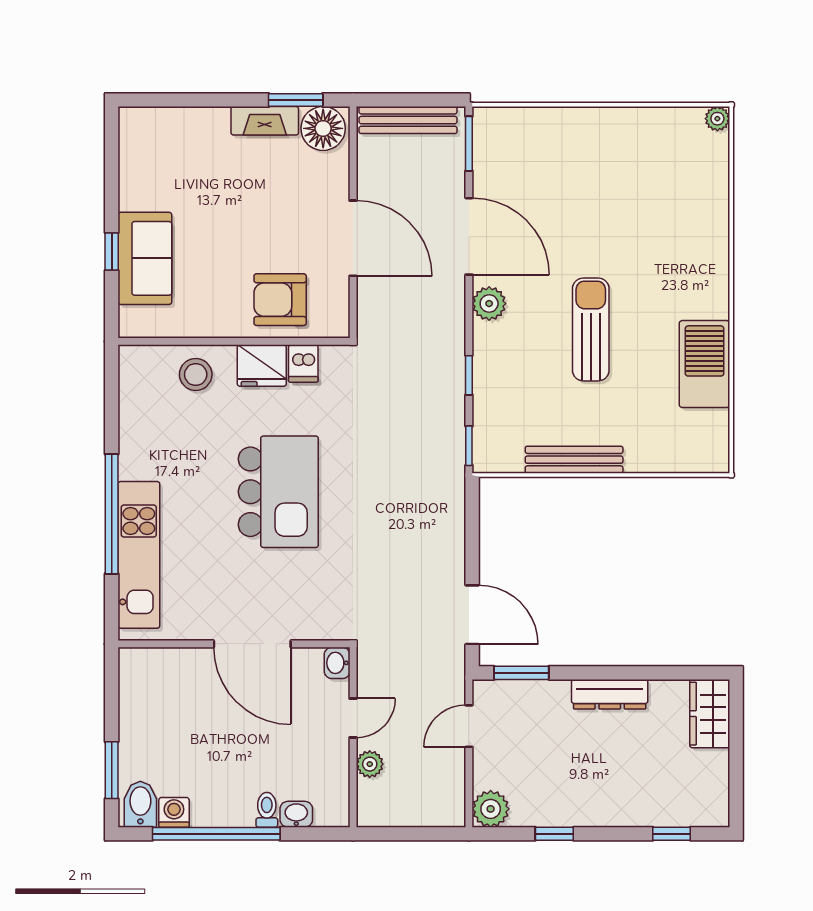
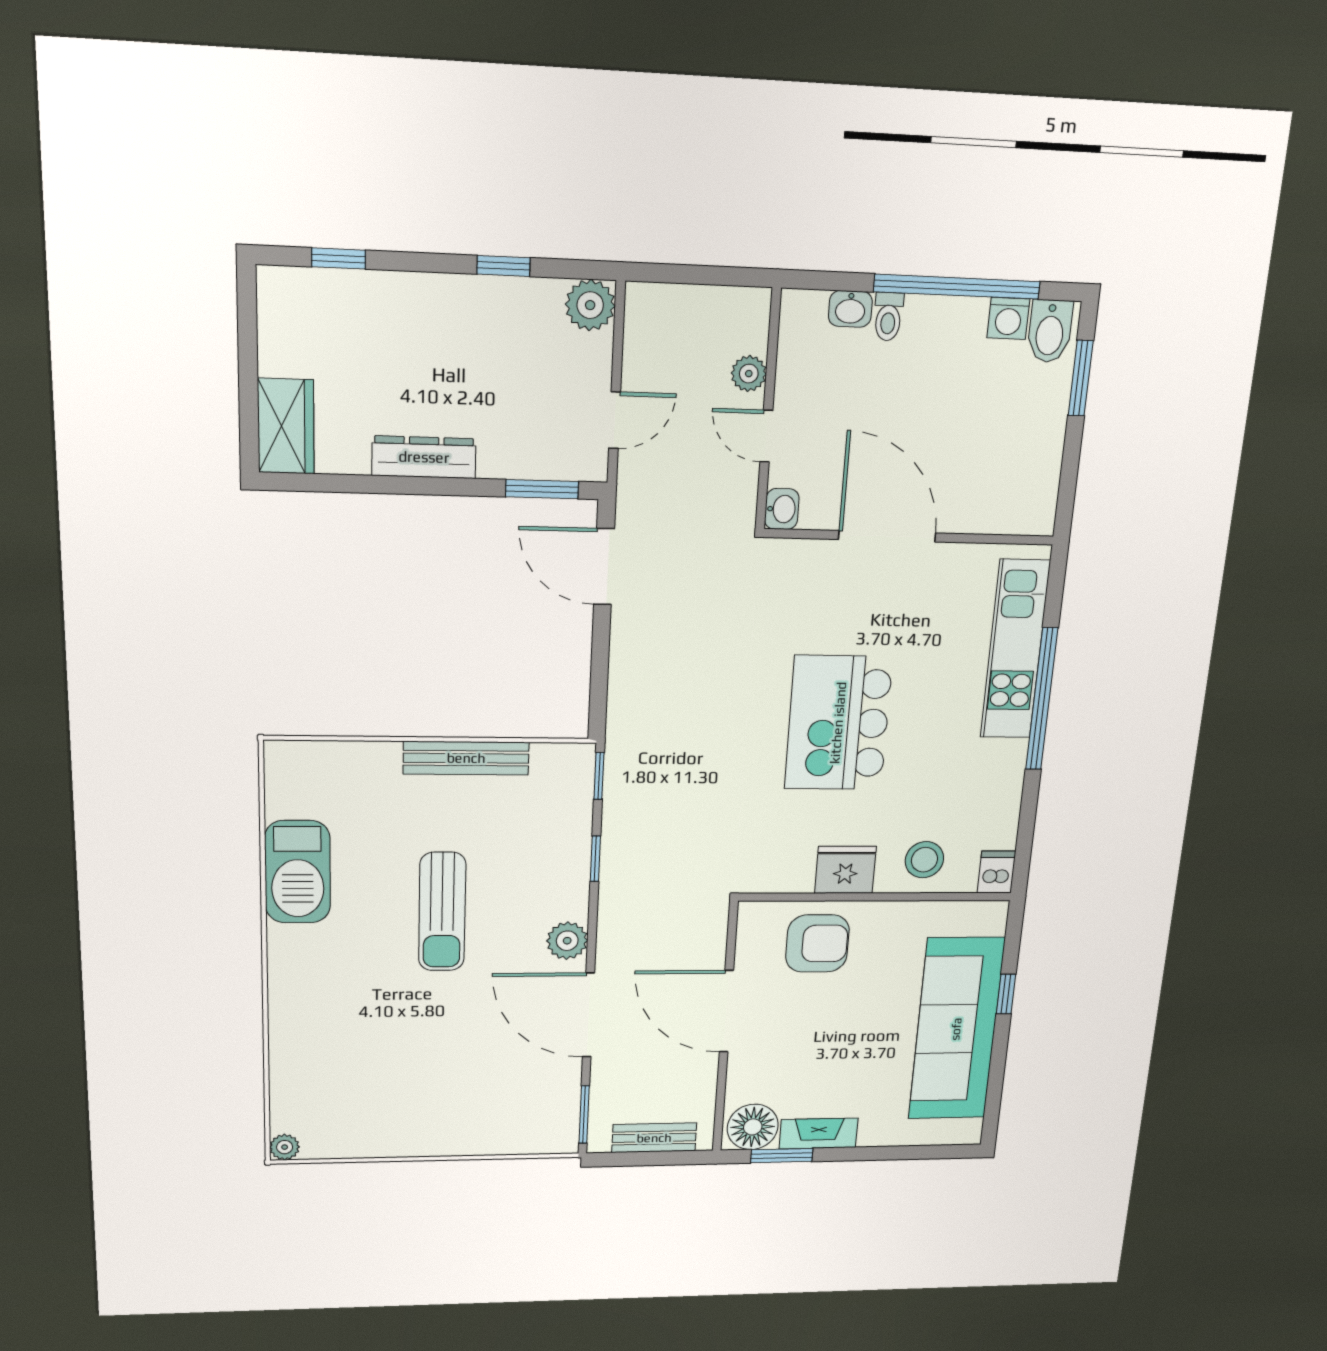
bench: (408, 120) -> (654, 1138), width x0.73
sofa: (145, 258) -> (956, 1029), width x1.85, depth x1.27
dishwasher: (303, 363) -> (996, 872), moved
door: (353, 718) -> (766, 436), hinge flipped

